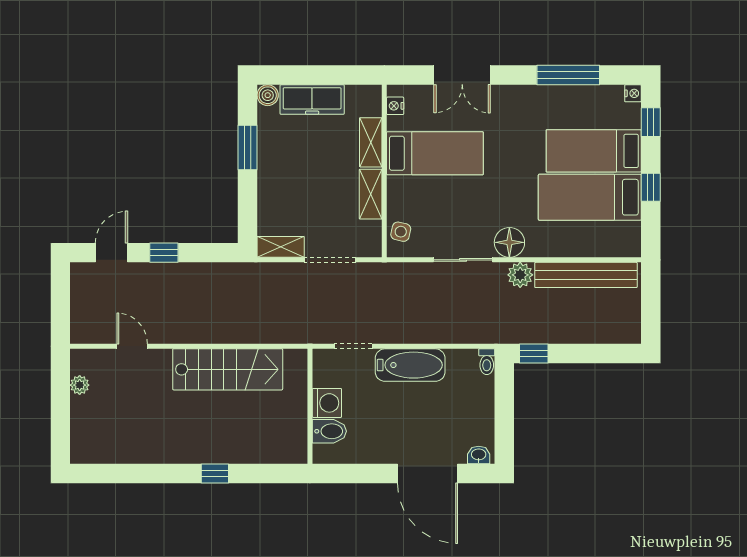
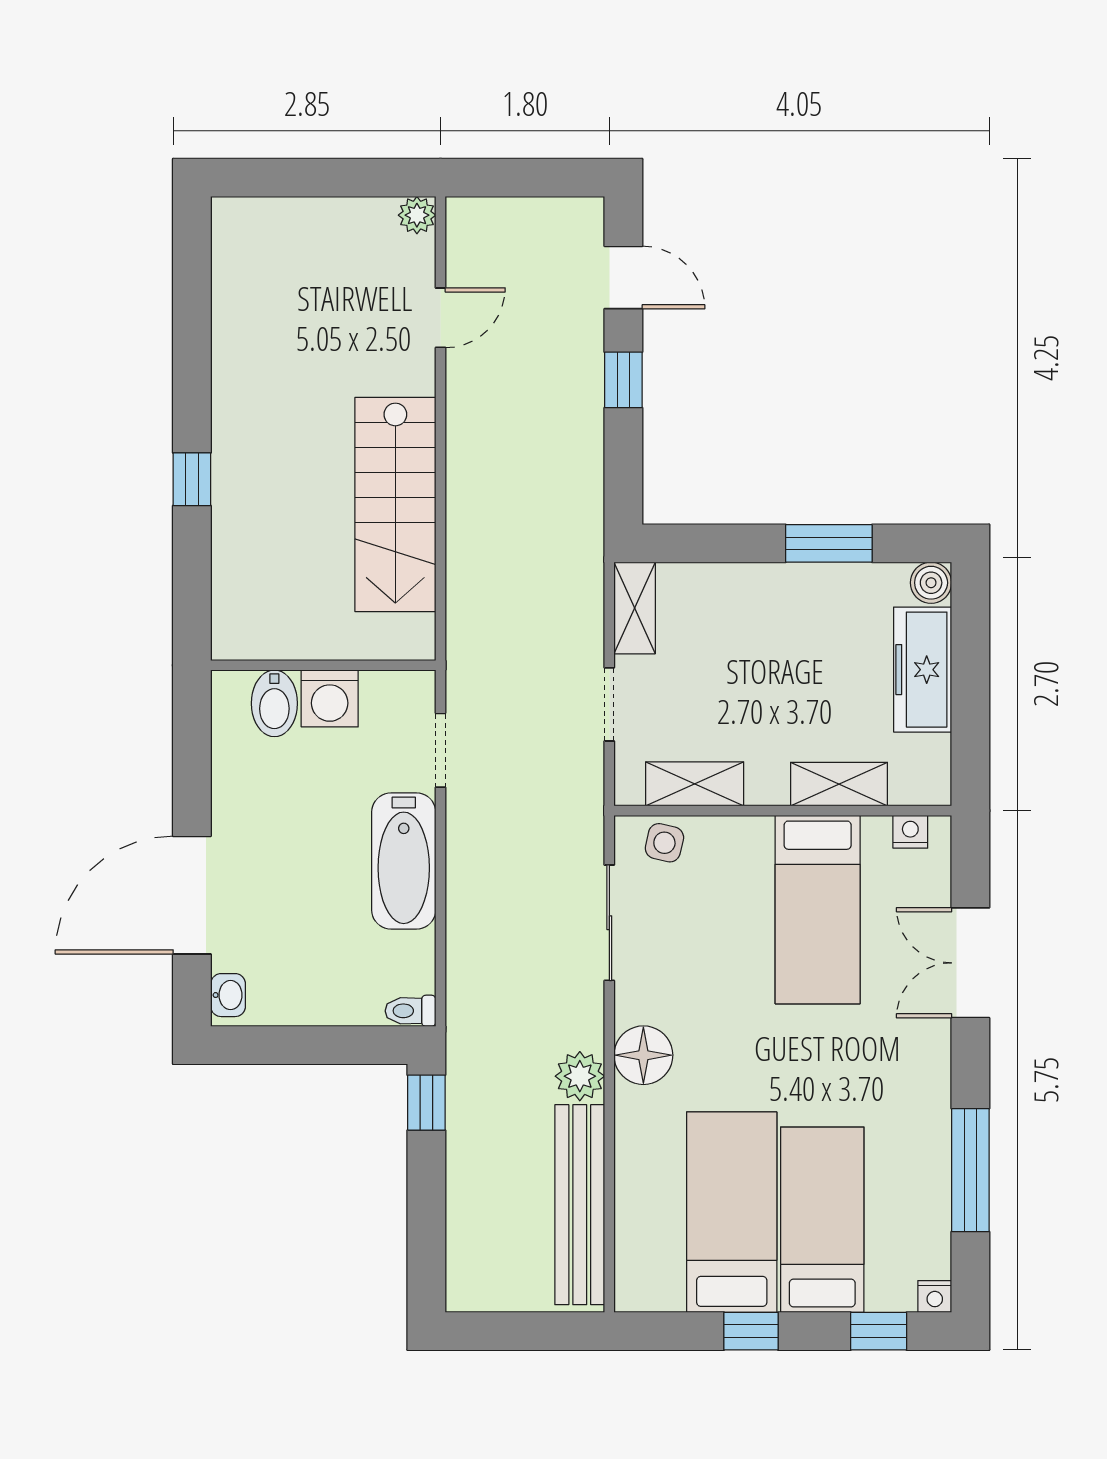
shelving: (371, 194) -> (695, 784), moved
doorway: (330, 260) -> (609, 704), width x0.73
sliding door: (463, 260) -> (609, 923), moved
plant: (80, 385) -> (417, 215), moved

